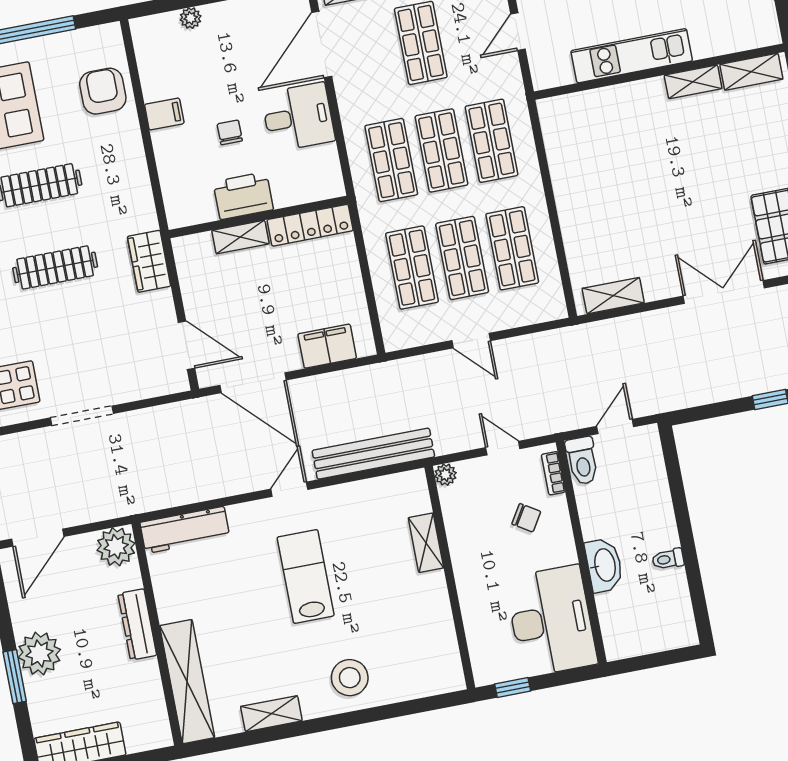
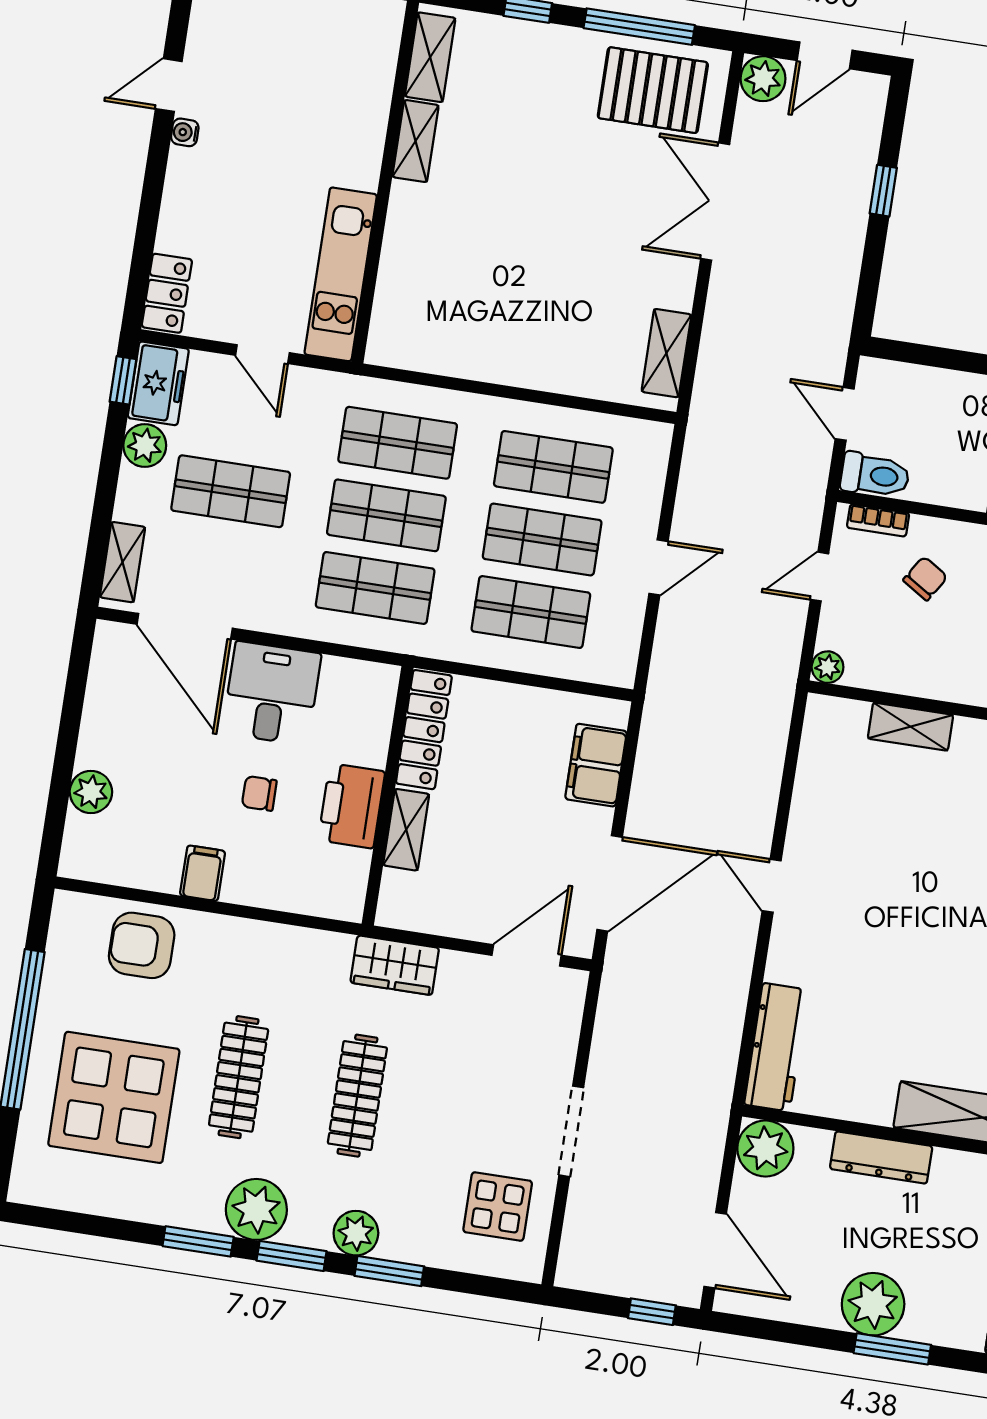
plant: (191, 18) -> (91, 792), width x1.38, depth x1.38
kitchen unit: (632, 56) -> (341, 274), moved
bench: (373, 454) -> (764, 755), removed
lab bench: (306, 576) -> (898, 906), removed

